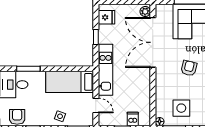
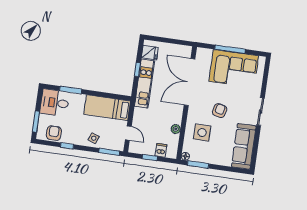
plant: (145, 12) -> (176, 129), moved
kitchen unit: (105, 70) -> (145, 84), moved
side table: (181, 108) -> (202, 133), moved

